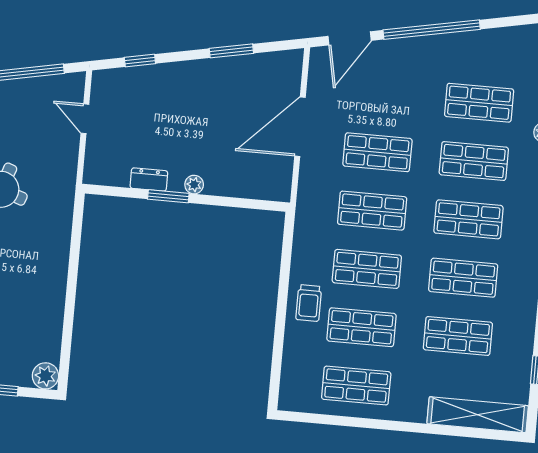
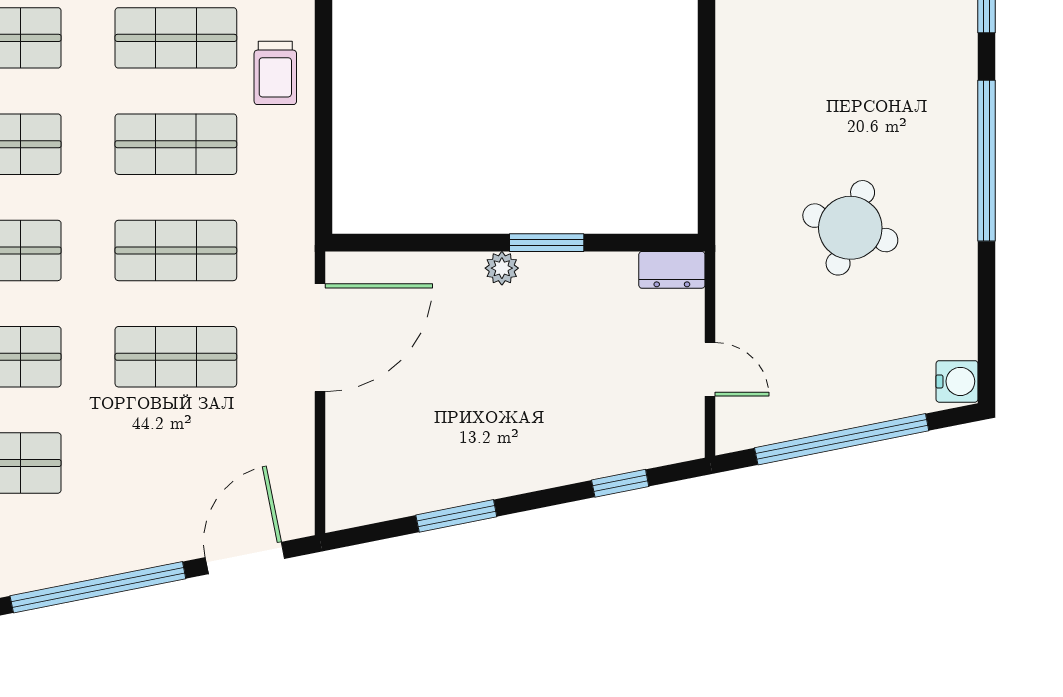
door: (300, 127) -> (320, 338), moved
dresser: (149, 180) -> (672, 270), moved
trolley: (309, 303) -> (275, 73), turned 180

